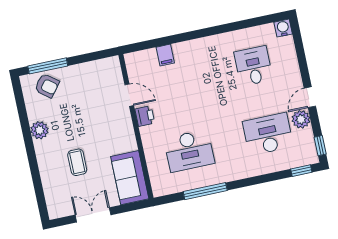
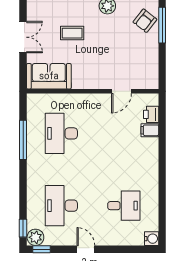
printer: (145, 116) -> (151, 114), moved, turned 90
plant: (301, 119) -> (35, 237), moved
desk: (268, 134) -> (61, 206), turned 180

